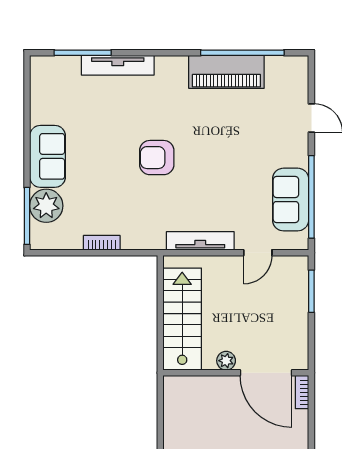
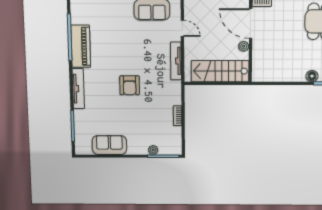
tv unit: (118, 65) -> (78, 89), moved
sofa: (48, 156) -> (109, 145), moved
plant: (46, 206) -> (153, 150), width x0.53, depth x0.53
door: (266, 373) -> (251, 24), swing flipped

